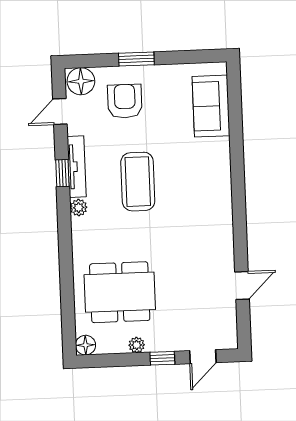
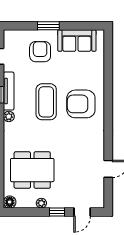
floor lamp: (81, 81) -> (13, 38), removed
sofa: (211, 106) -> (77, 41), moved, turned -90
armchair: (194, 183) -> (81, 104), added

